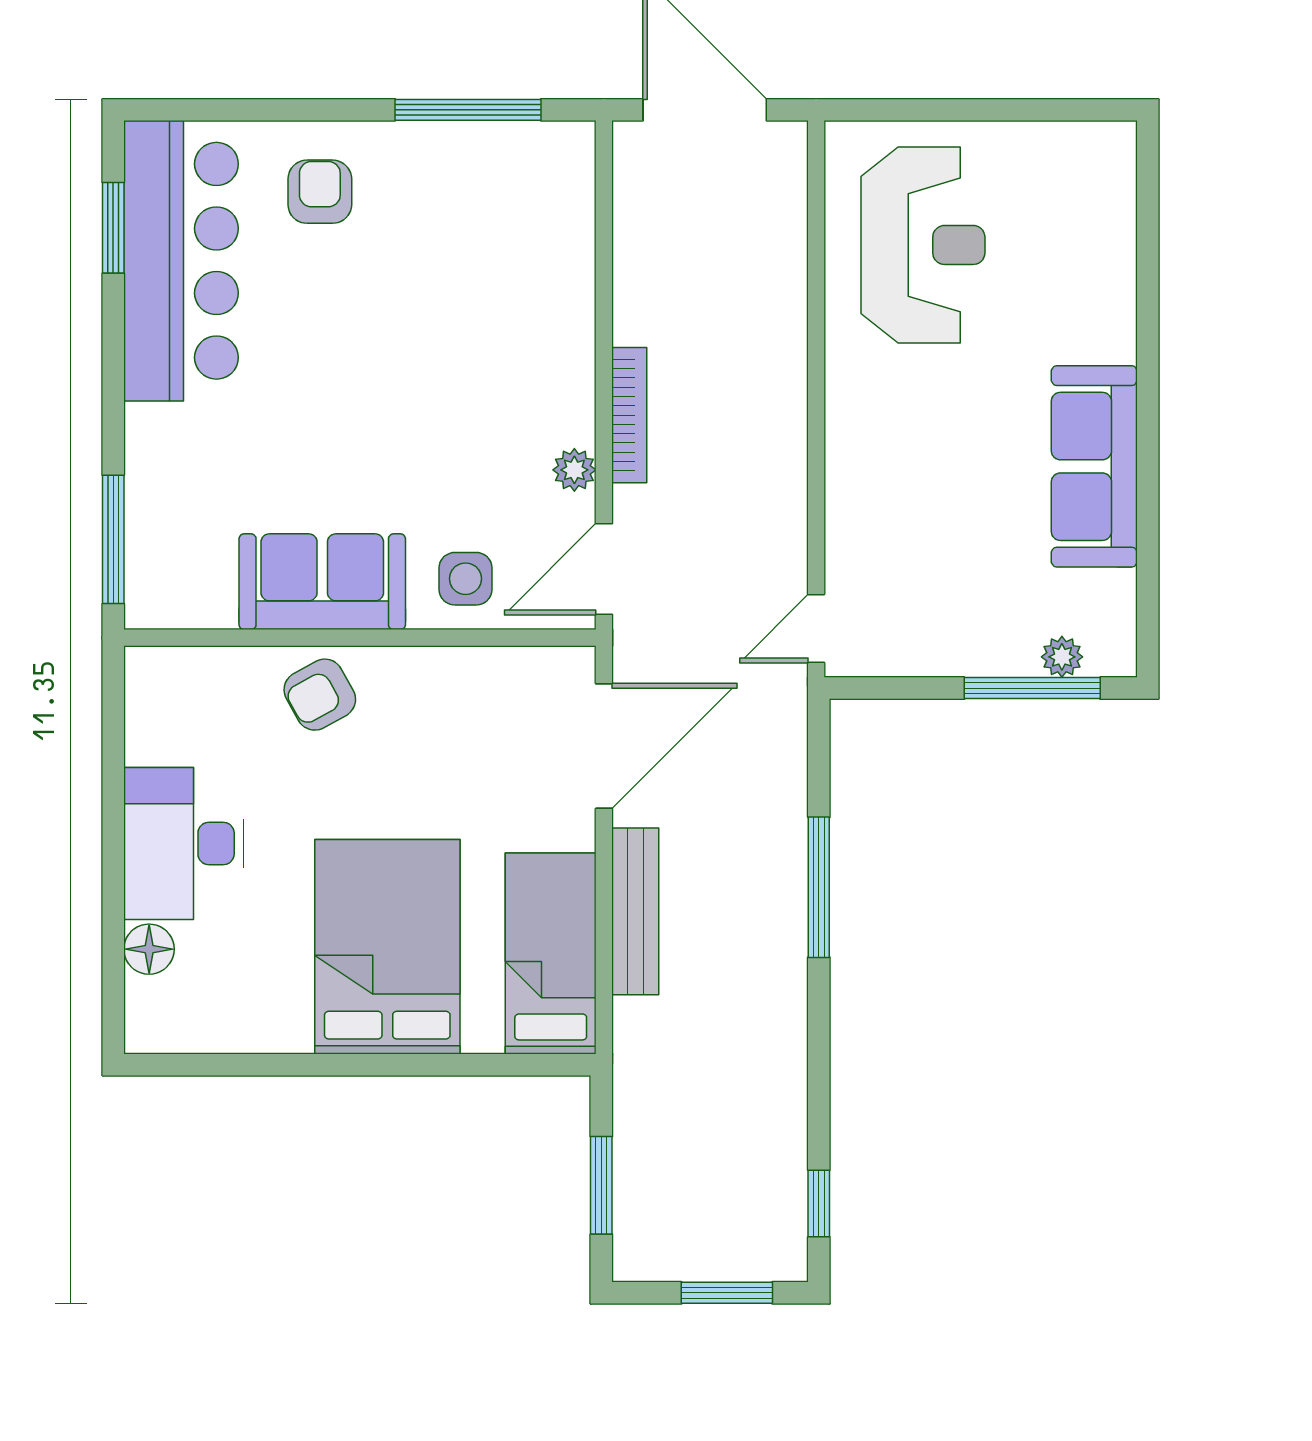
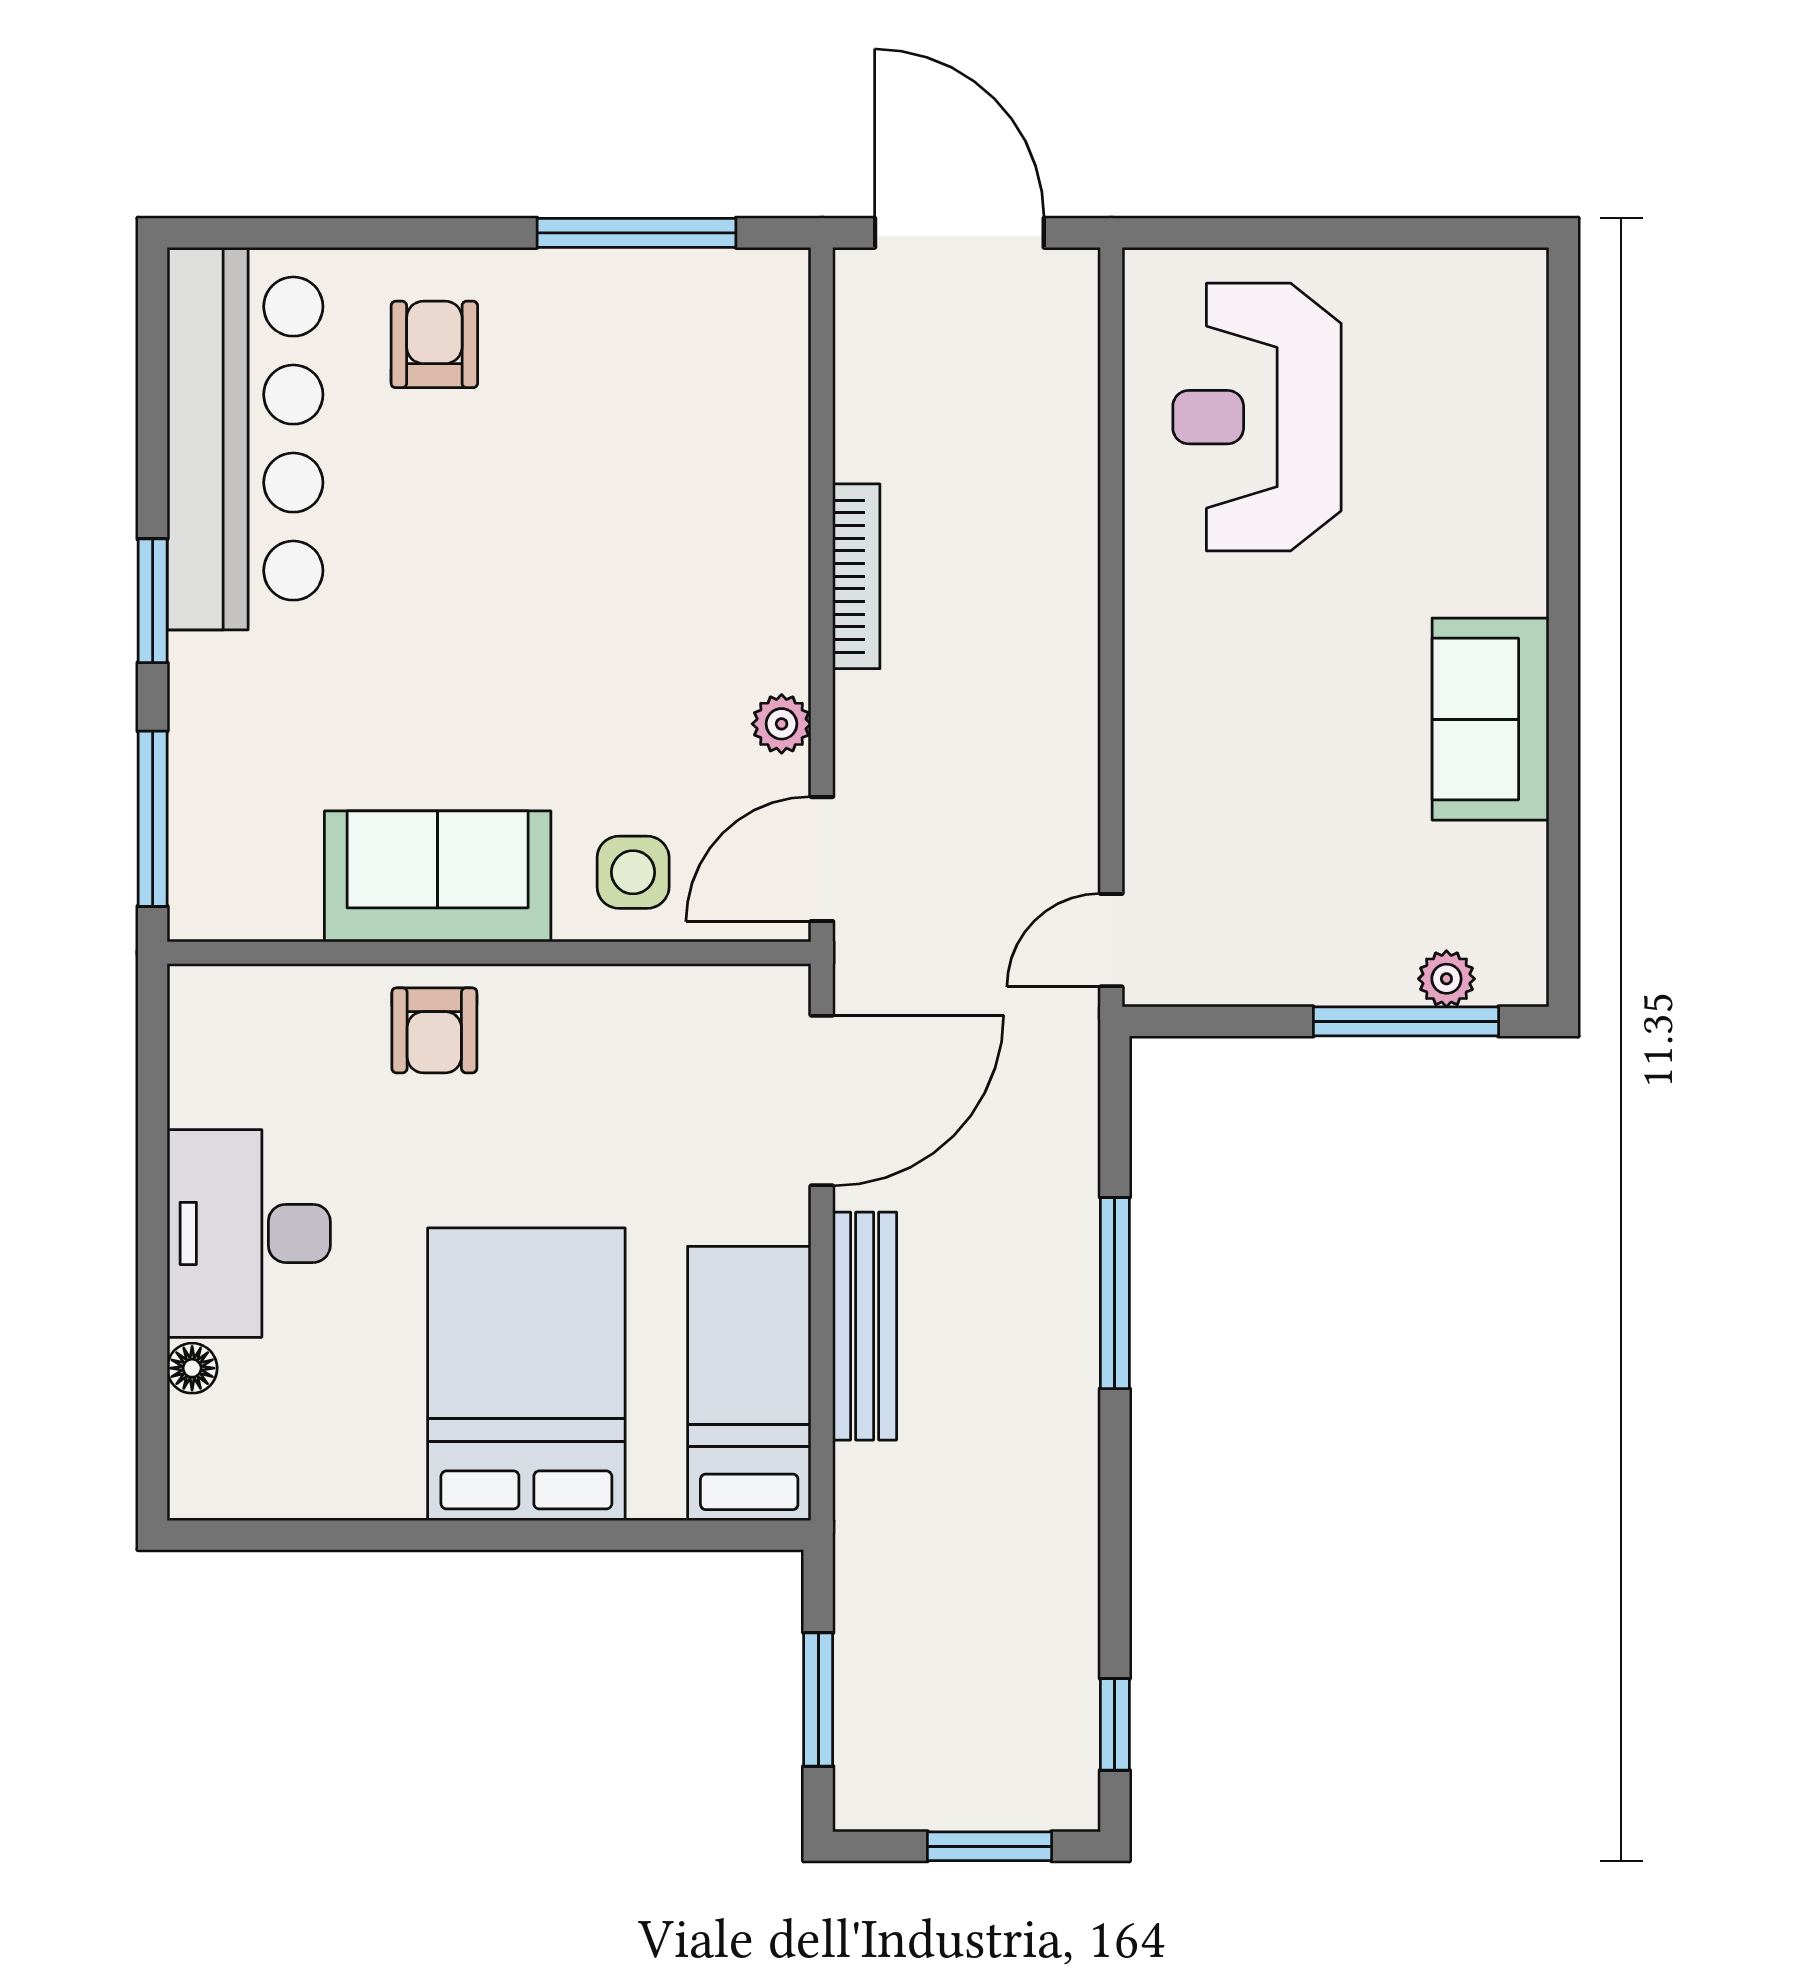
window: (113, 228) -> (153, 601), moved
reception desk: (923, 245) -> (1257, 417), turned 180
bookcase: (629, 415) -> (856, 576), moved
sofa: (1094, 466) -> (1491, 719), width x0.73
armchair: (320, 695) -> (434, 1030), turned -61
floor lamp: (149, 949) -> (192, 1368), width x0.73, depth x0.73

